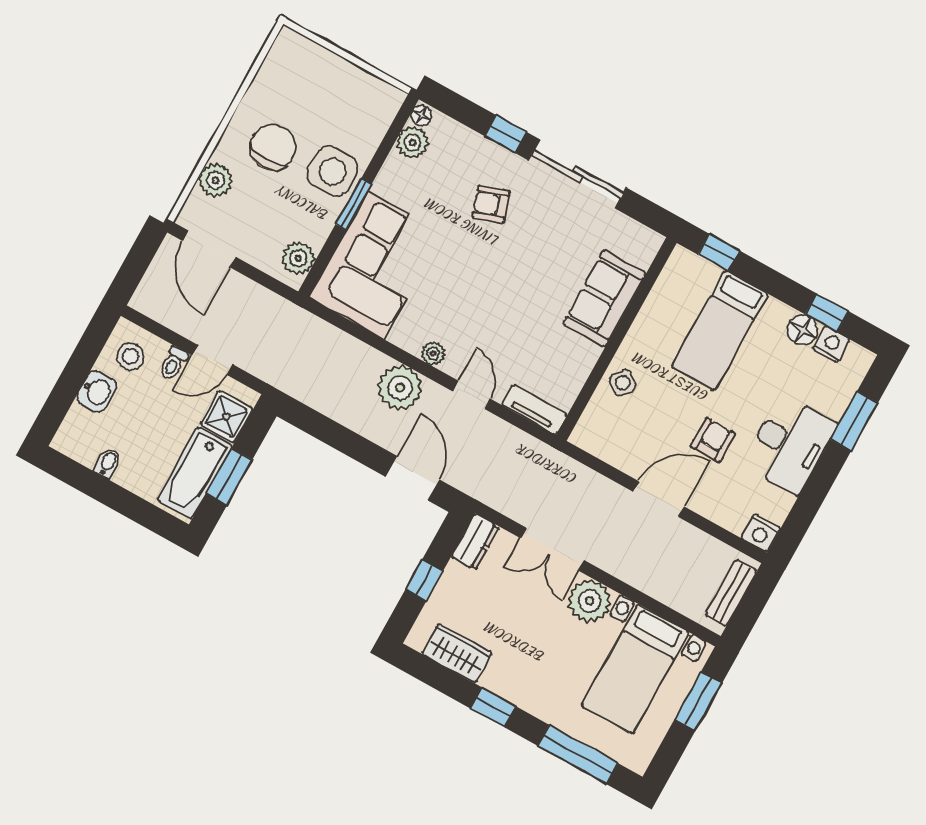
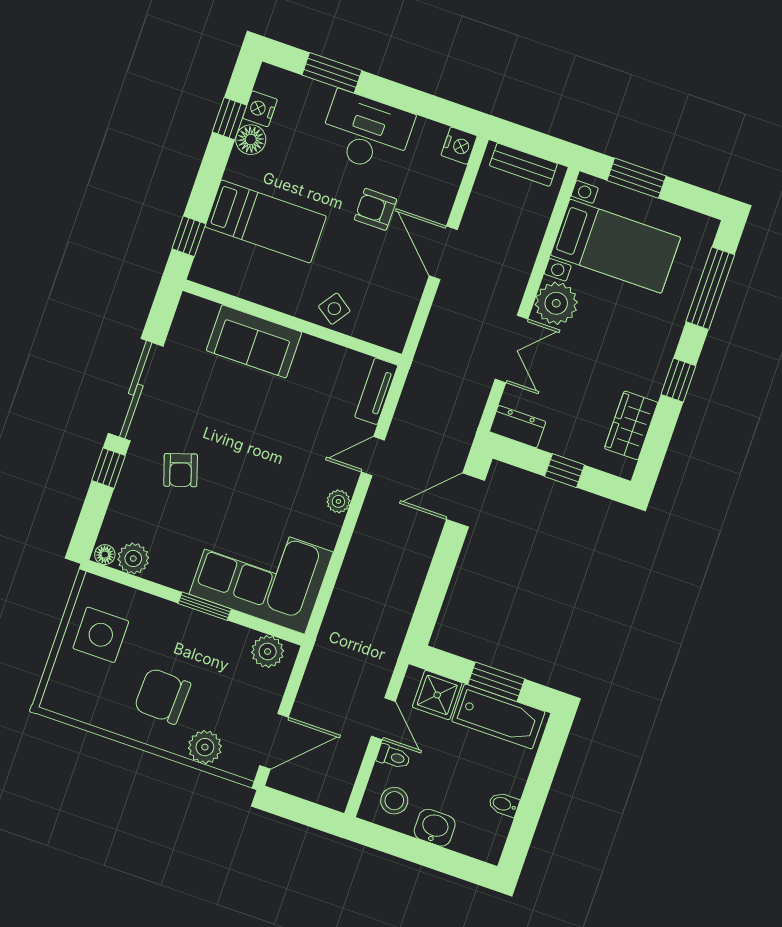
side table: (333, 171) -> (101, 635), moved
plant: (400, 388) -> (378, 528), removed

